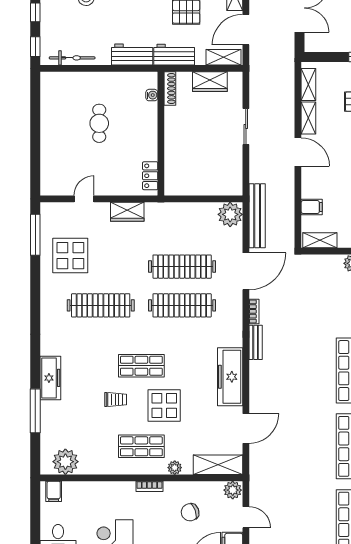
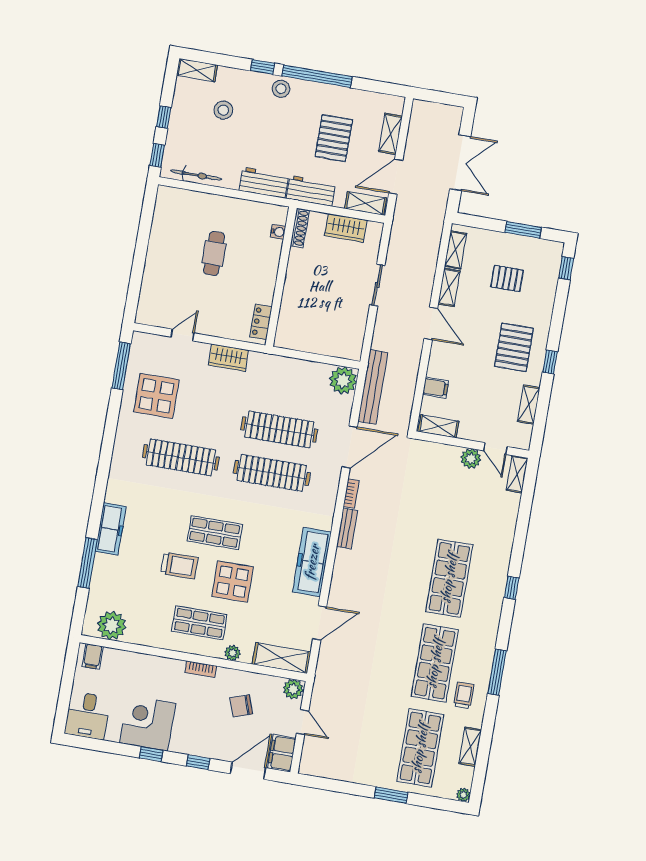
trolley: (116, 400) -> (179, 566), width x1.36, depth x1.39

